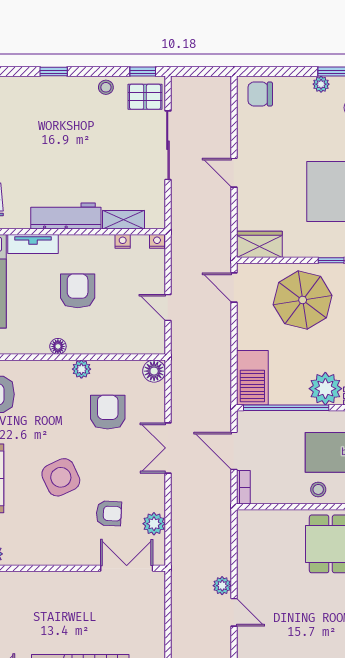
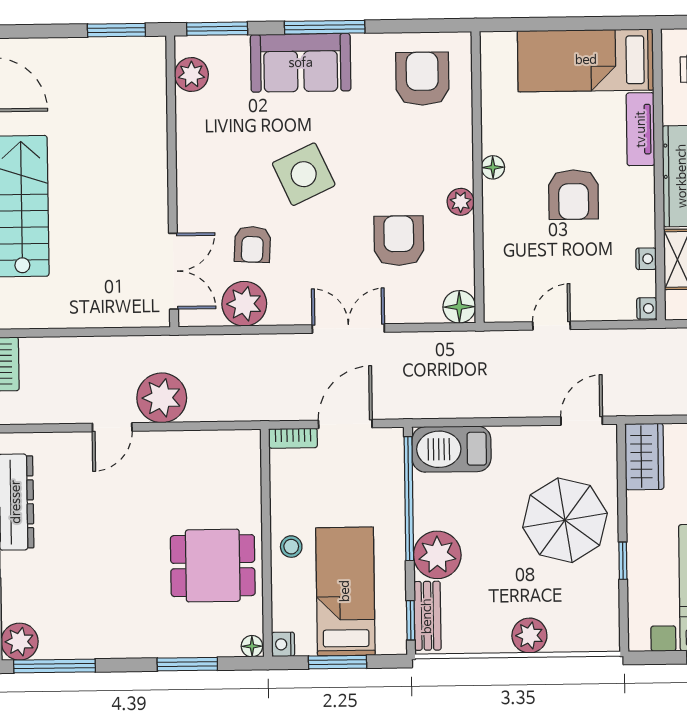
armchair: (78, 291) -> (573, 195), turned 90
armchair: (108, 412) -> (399, 241), turned -90
plant: (154, 524) -> (244, 304), width x1.36, depth x1.36
plant: (222, 586) -> (162, 398), width x1.88, depth x1.88

